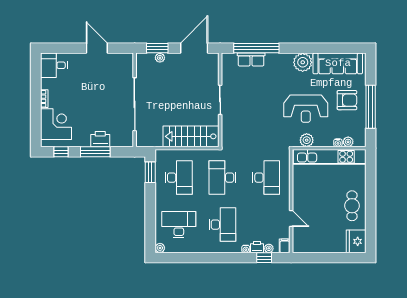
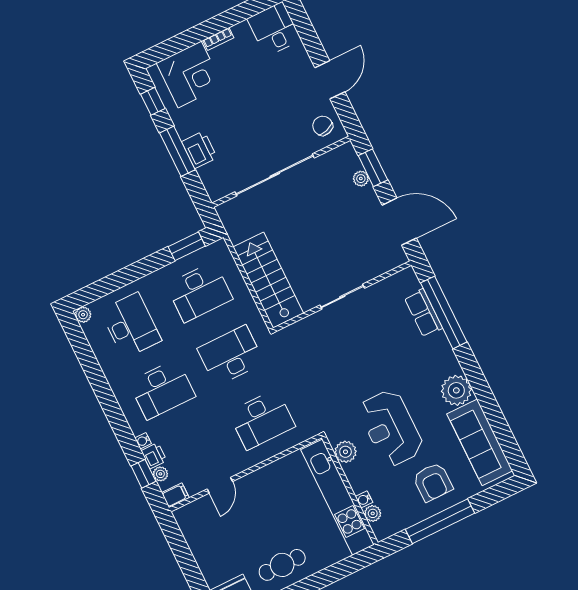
chair: (120, 65) -> (323, 126), added

